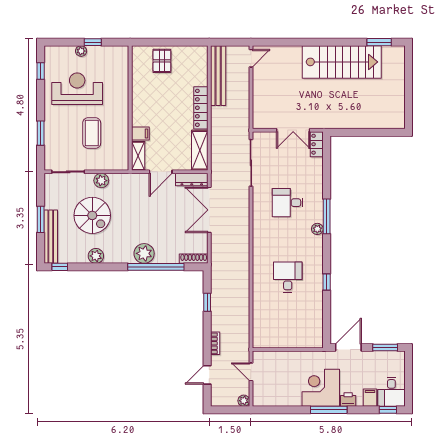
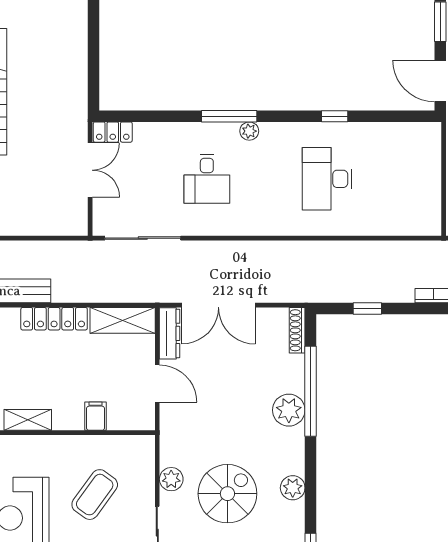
coffee table: (92, 133) -> (95, 495), turned -54
shelving: (138, 156) -> (28, 420), moved
desk: (288, 277) -> (327, 179), width x1.37

